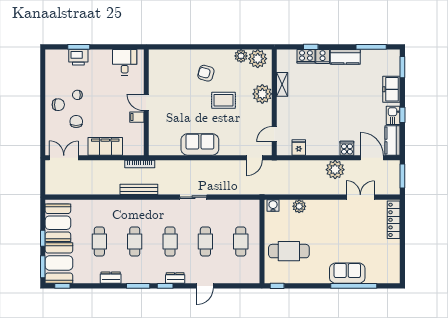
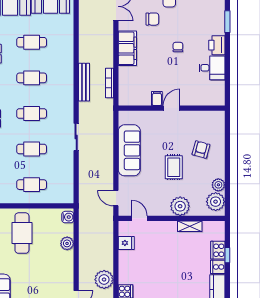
printer: (78, 57) -> (217, 45), moved
chair: (77, 95) -> (178, 47), moved
door: (146, 102) -> (172, 108), moved
wall: (146, 102) -> (172, 108), moved
filing cabinet: (137, 117) -> (157, 99), moved
sofa: (200, 144) -> (129, 150), width x1.36

